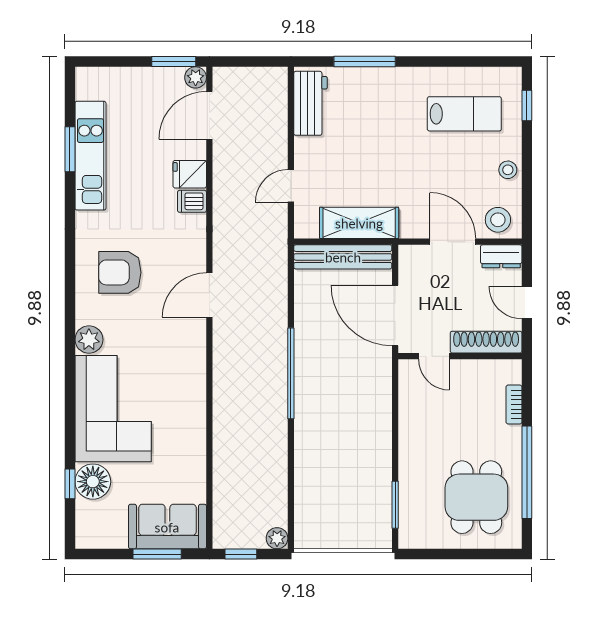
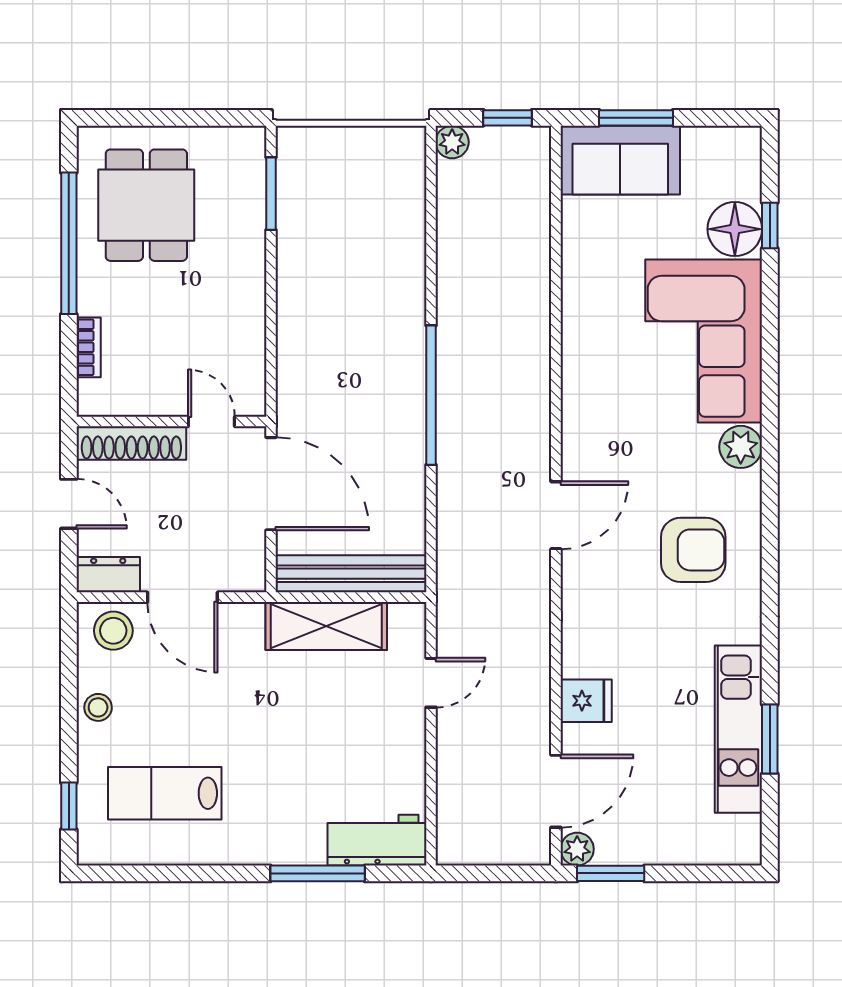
workbench: (310, 103) -> (377, 840), moved, turned 90
dishwasher: (192, 201) -> (583, 659), removed

